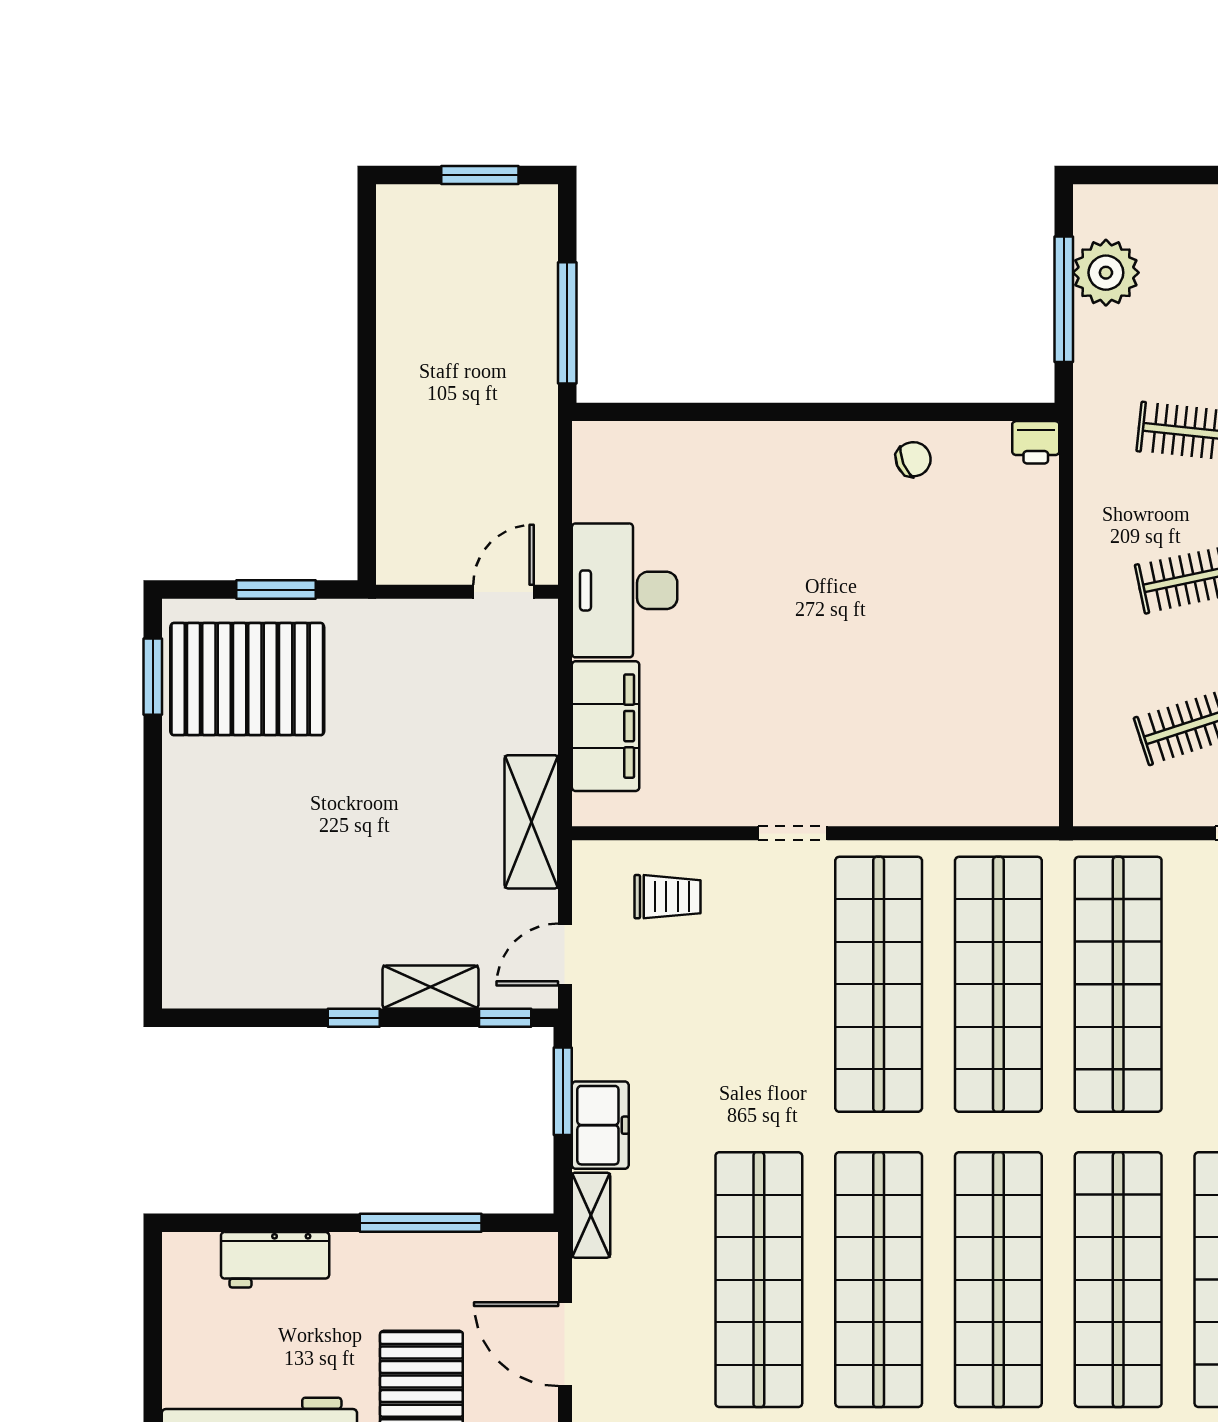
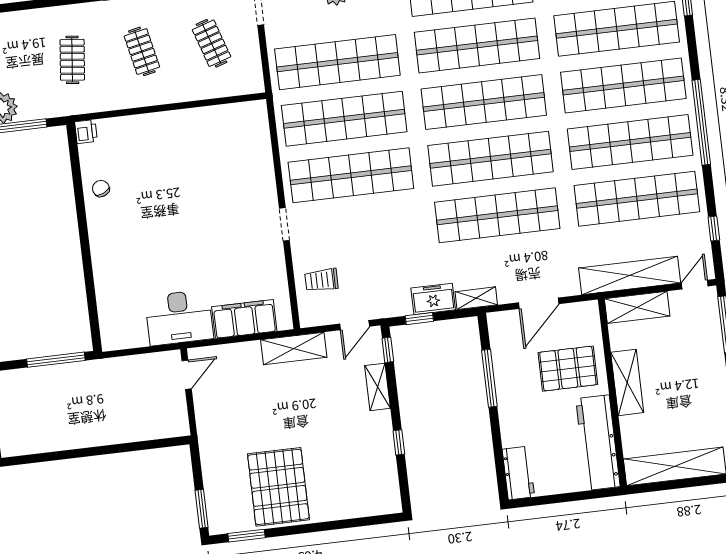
window: (276, 590) -> (202, 509), moved
door: (503, 592) -> (187, 375), swing flipped
pallet: (247, 679) -> (278, 487), moved
trolley: (667, 897) -> (321, 280), turned -90
door: (565, 954) -> (355, 325), hinge flipped
window: (354, 1018) -> (399, 442), moved
window: (563, 1091) -> (419, 319), width x0.67
workbench: (275, 1260) -> (518, 473), moved

